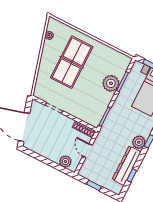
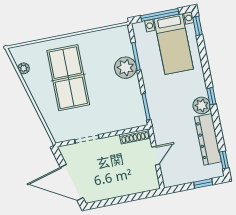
door: (87, 151) -> (156, 156), swing flipped
plant: (65, 162) -> (142, 185), removed
window: (132, 175) -> (224, 160), moved
window: (94, 185) -> (203, 183), moved

